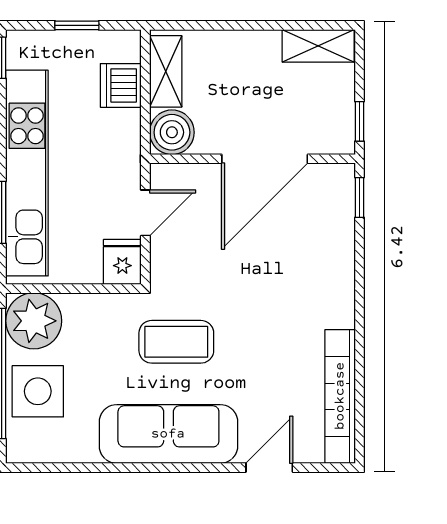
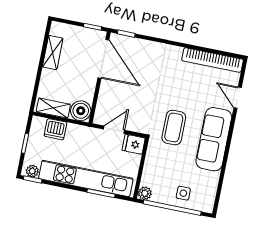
shelving: (318, 46) -> (53, 53), moved
plant: (20, 53) -> (32, 171), added
door: (265, 159) -> (103, 59), moved
door: (145, 213) -> (114, 130), hinge flipped
plant: (34, 321) -> (145, 193), width x0.53, depth x0.53
side table: (38, 391) -> (183, 193), width x0.54, depth x0.54

